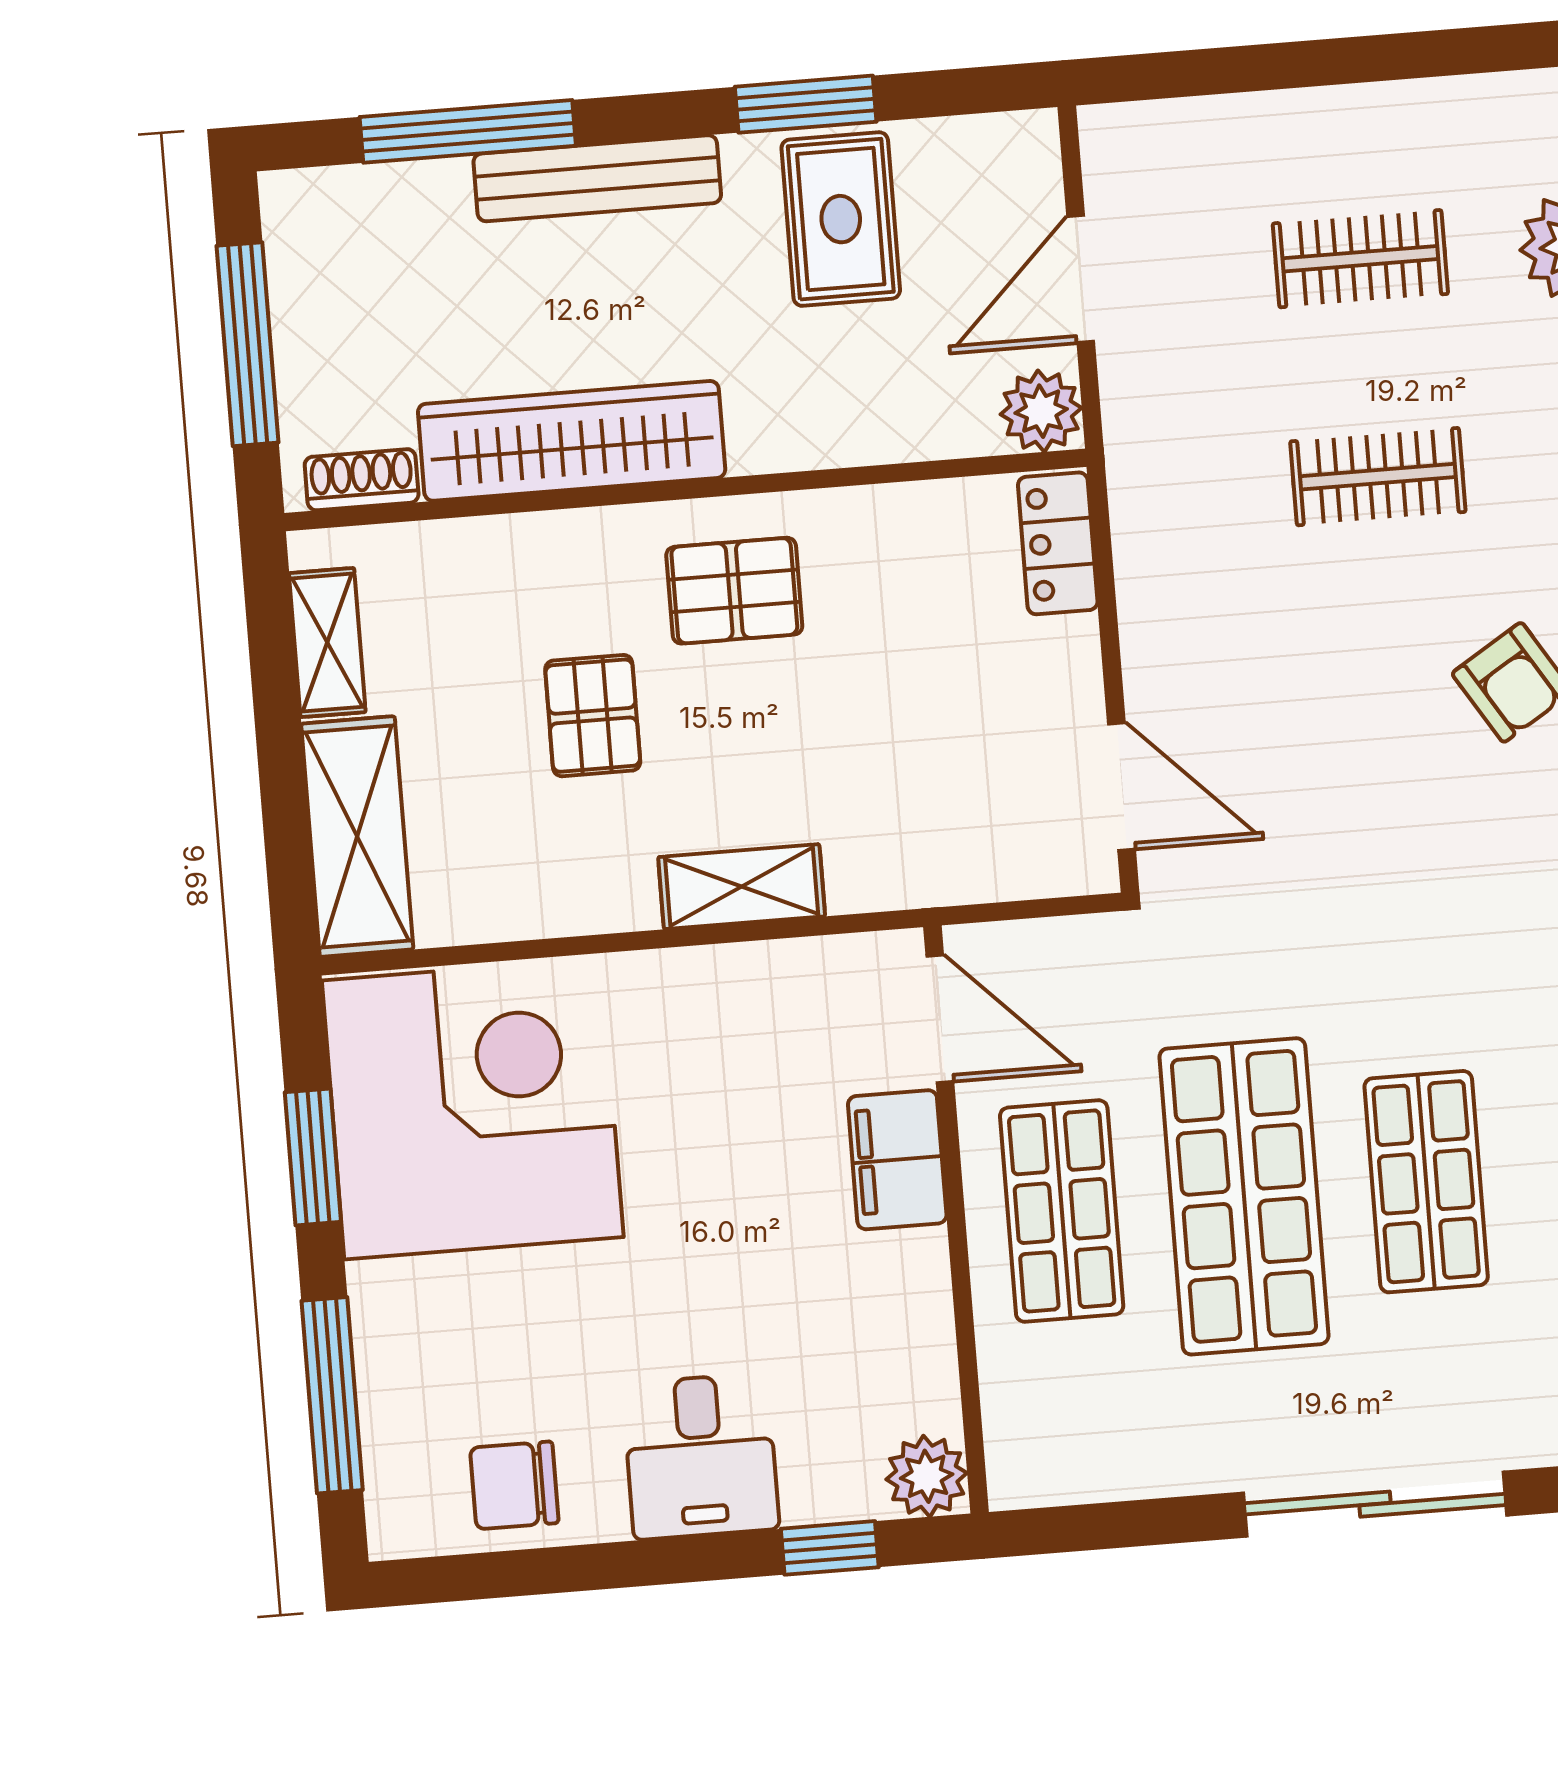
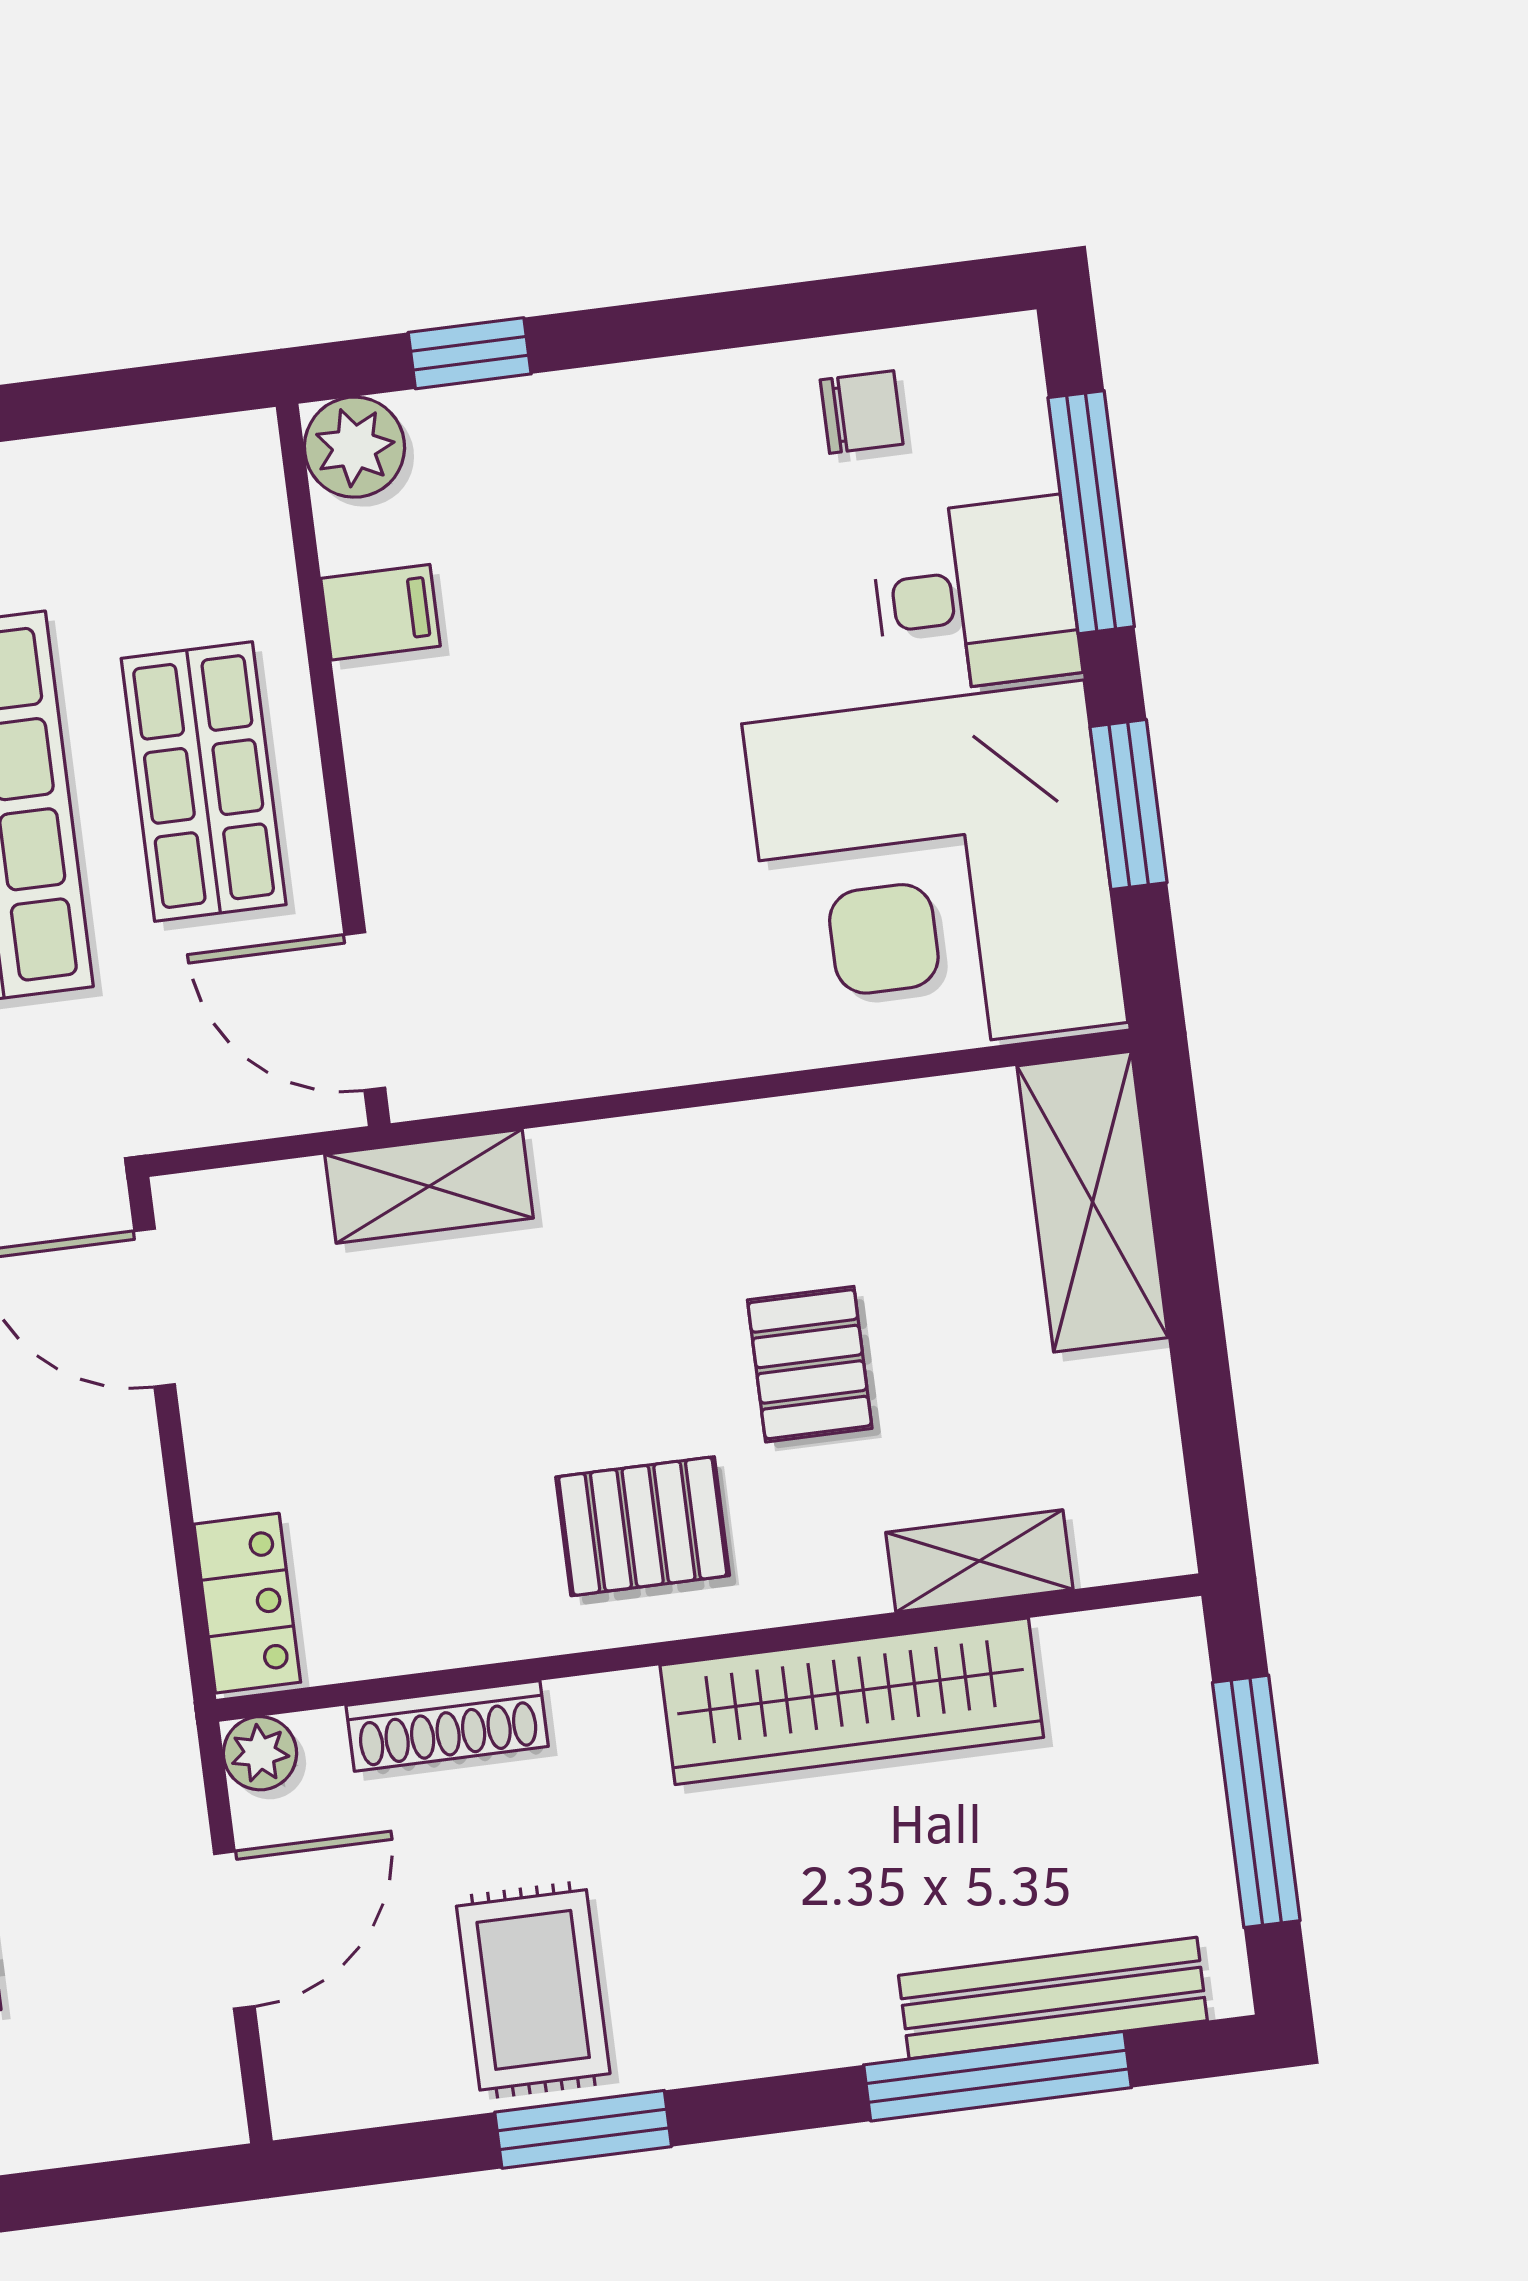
bench: (597, 178) -> (1053, 1998), moved
plant: (1041, 411) -> (260, 1753), width x0.73, depth x0.73
shoe rack: (362, 480) -> (447, 1726), moved, width x1.43
shelving: (327, 643) -> (979, 1561), moved, turned 90
shelving: (742, 887) -> (429, 1186), moved
filing cabinet: (897, 1160) -> (381, 612), moved, width x0.50
desk: (701, 1456) -> (975, 595), moved, turned 90
chair: (514, 1485) -> (862, 412), width x0.73, depth x0.73

